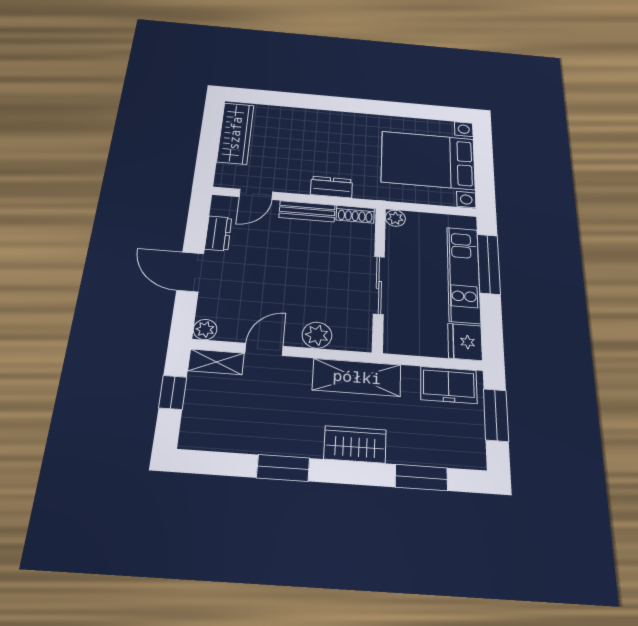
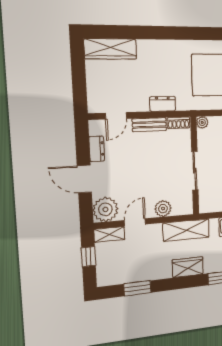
wardrobe: (235, 133) -> (110, 49), moved, turned 90
plant: (205, 329) -> (105, 209), width x1.87, depth x1.87
window: (283, 468) -> (137, 288), moved

